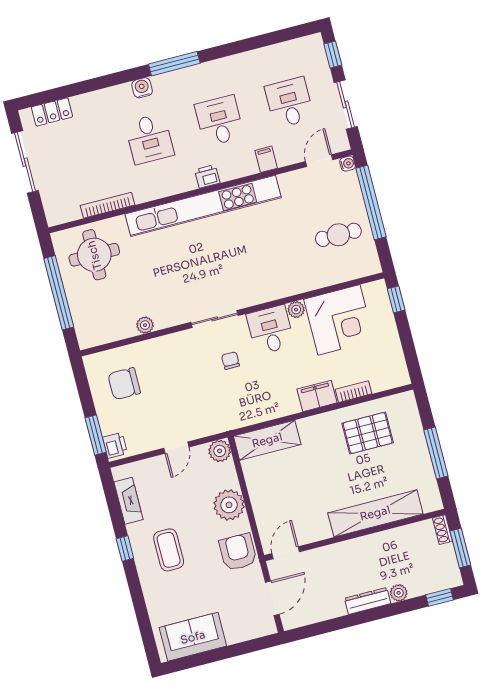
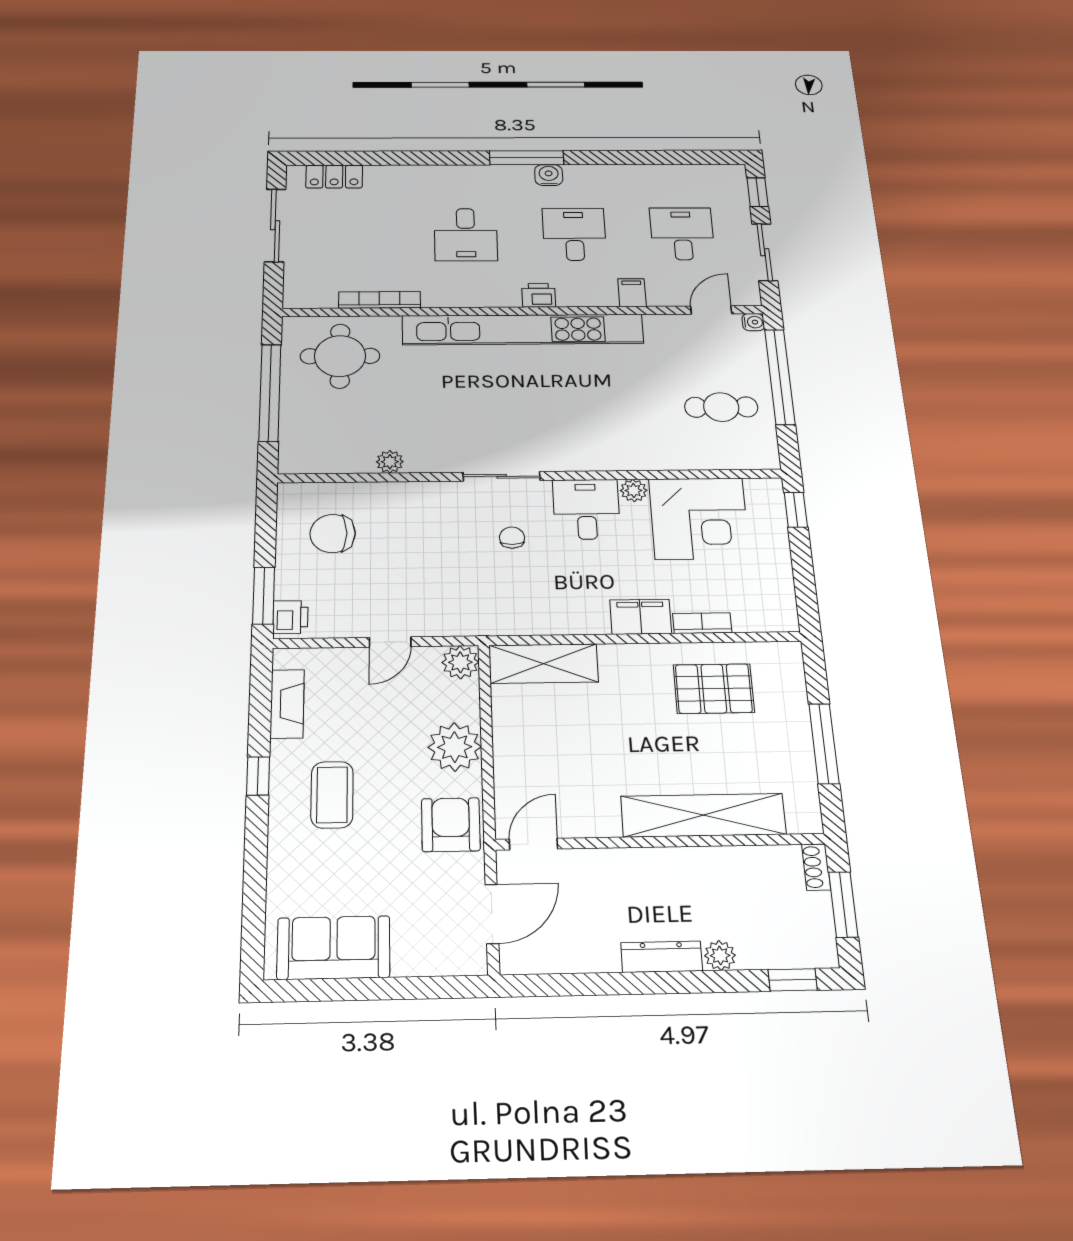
water cooler: (142, 88) -> (549, 175), moved

